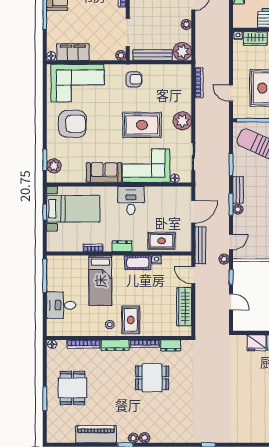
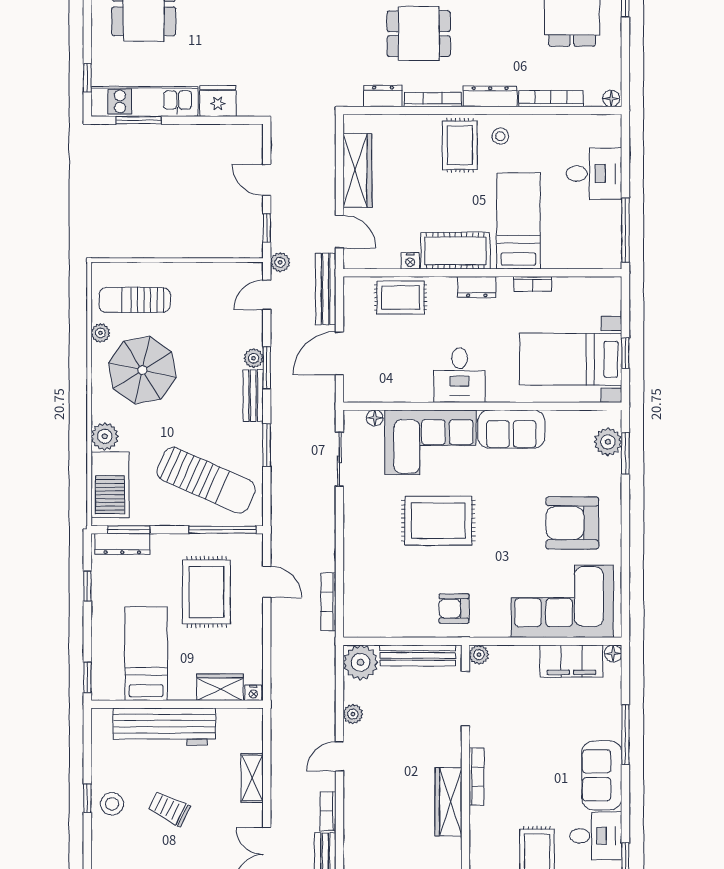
plant: (182, 121) -> (361, 529), removed
cot: (138, 263) -> (455, 251), width x1.37, depth x1.34

